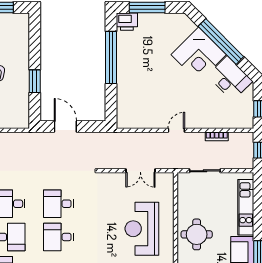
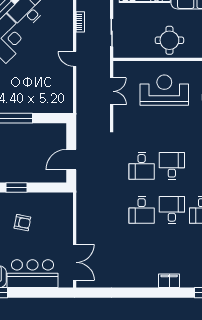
window: (35, 81) -> (17, 187), moved
reception desk: (142, 229) -> (164, 90), turned 180
desk: (59, 237) -> (172, 166), turned 180

